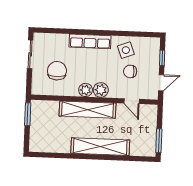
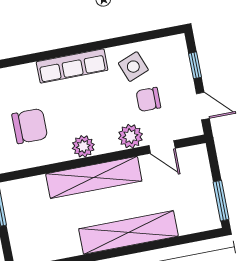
chair: (57, 71) -> (30, 126), turned 90
door: (161, 83) -> (203, 106), hinge flipped
plant: (101, 90) -> (130, 136), moved

